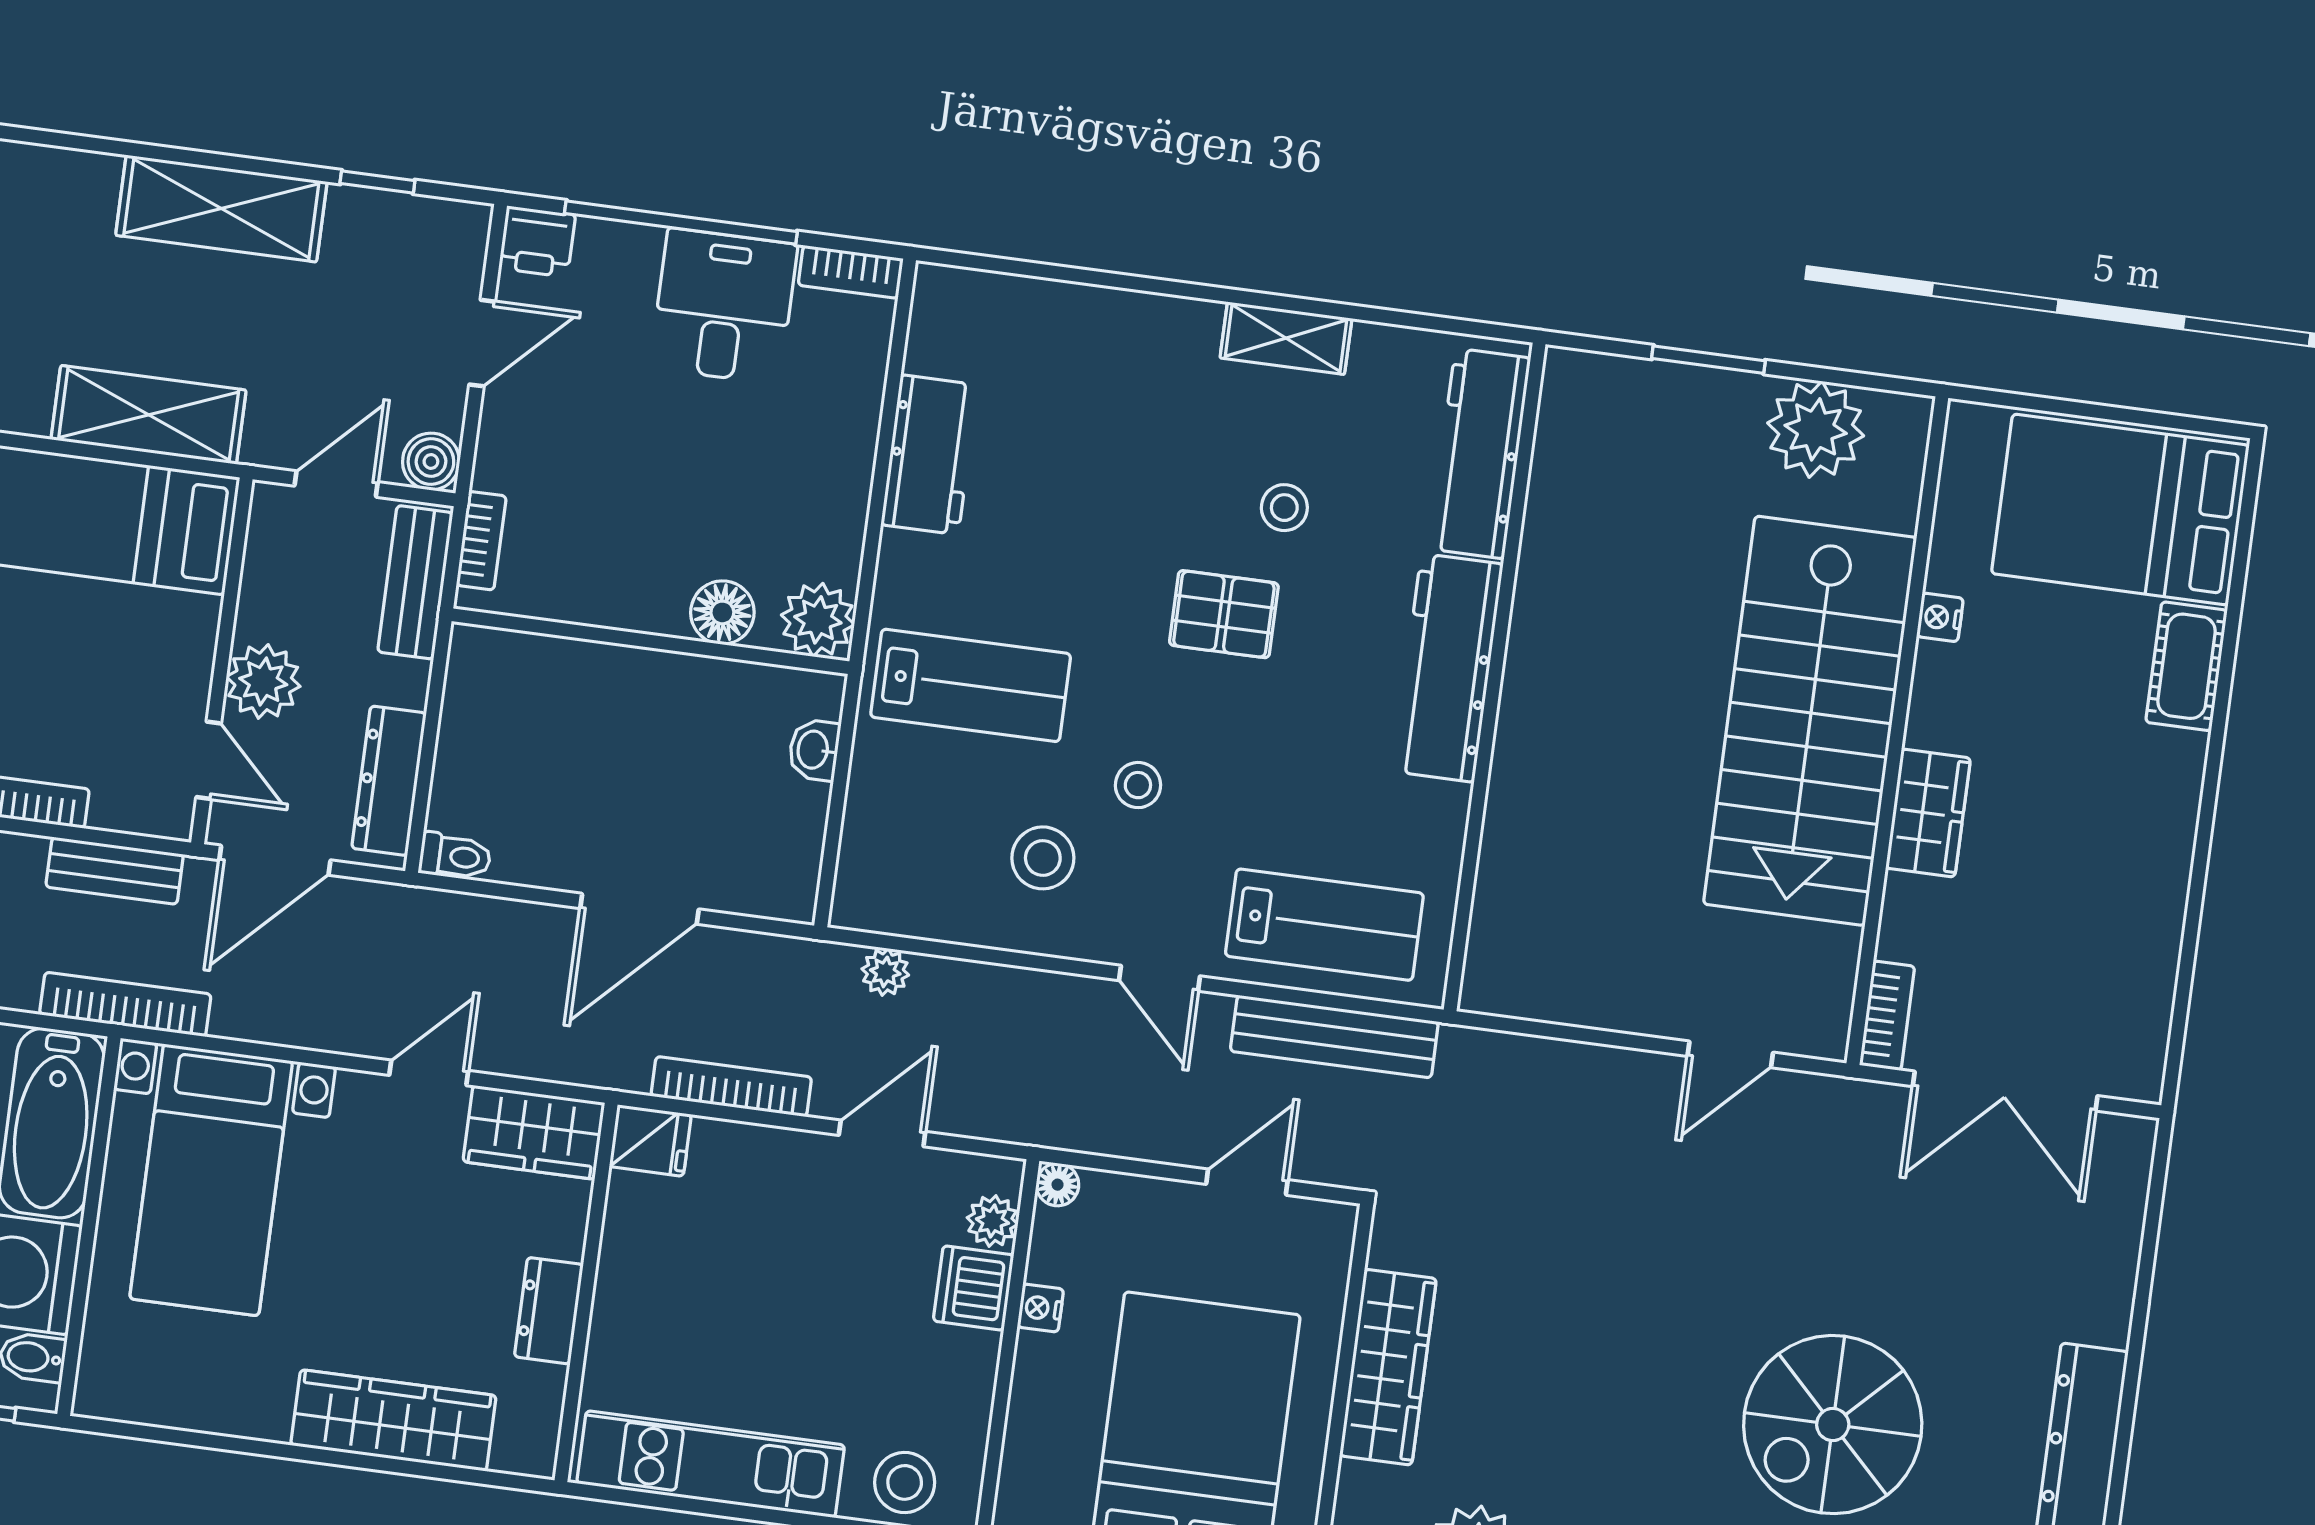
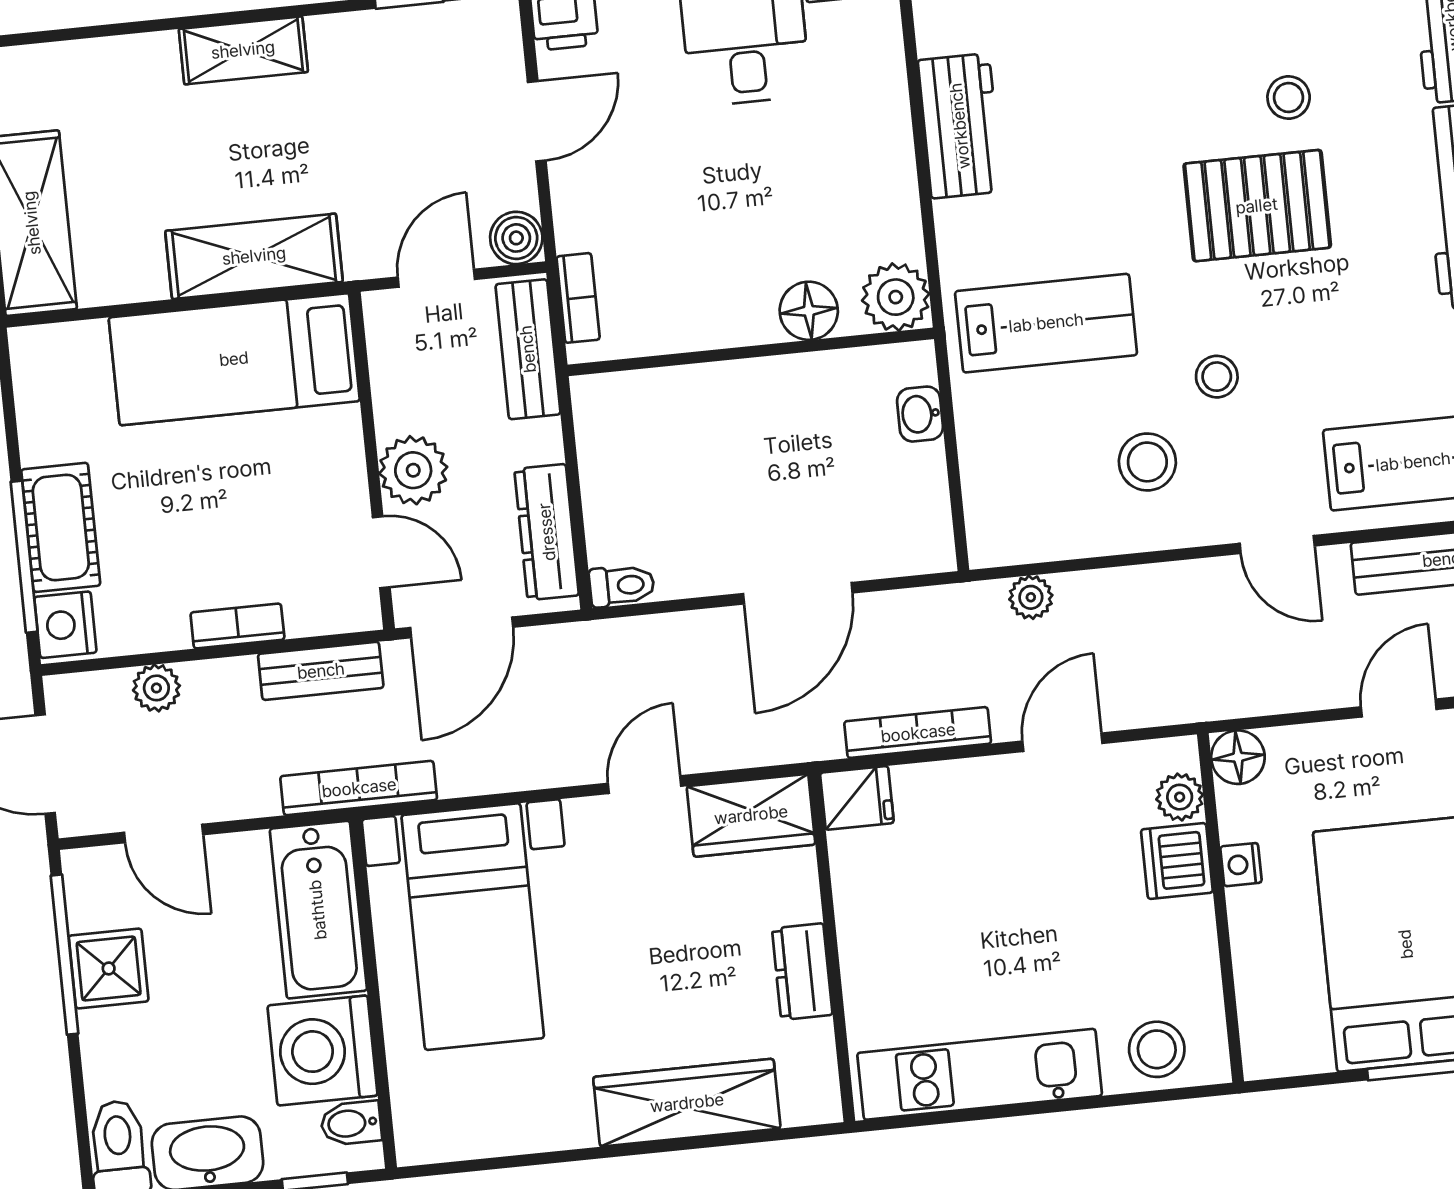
shelving: (221, 208) -> (243, 50), width x0.67, depth x0.75
pallet: (1224, 614) -> (1257, 206), width x1.50, depth x1.42
floor lamp: (1058, 1185) -> (1238, 757), width x1.37, depth x1.37

